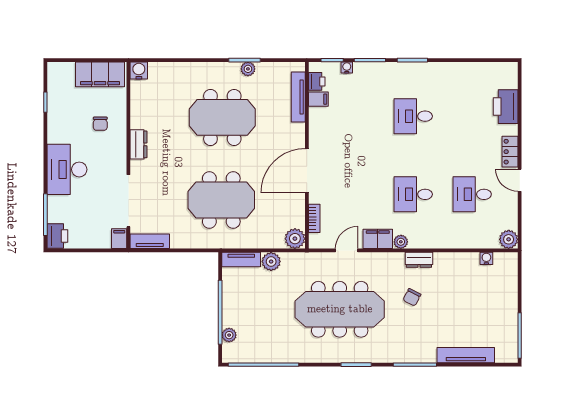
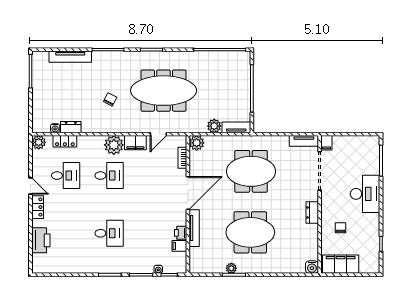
printer: (317, 81) -> (181, 233), moved
tv unit: (298, 97) -> (194, 228), moved
printer: (57, 236) -> (372, 145), removed
locker: (473, 241) -> (65, 141), added
plant: (401, 242) -> (114, 145), width x1.88, depth x1.88
dresser: (419, 260) -> (71, 127), moved
plant: (229, 335) -> (245, 72), removed

